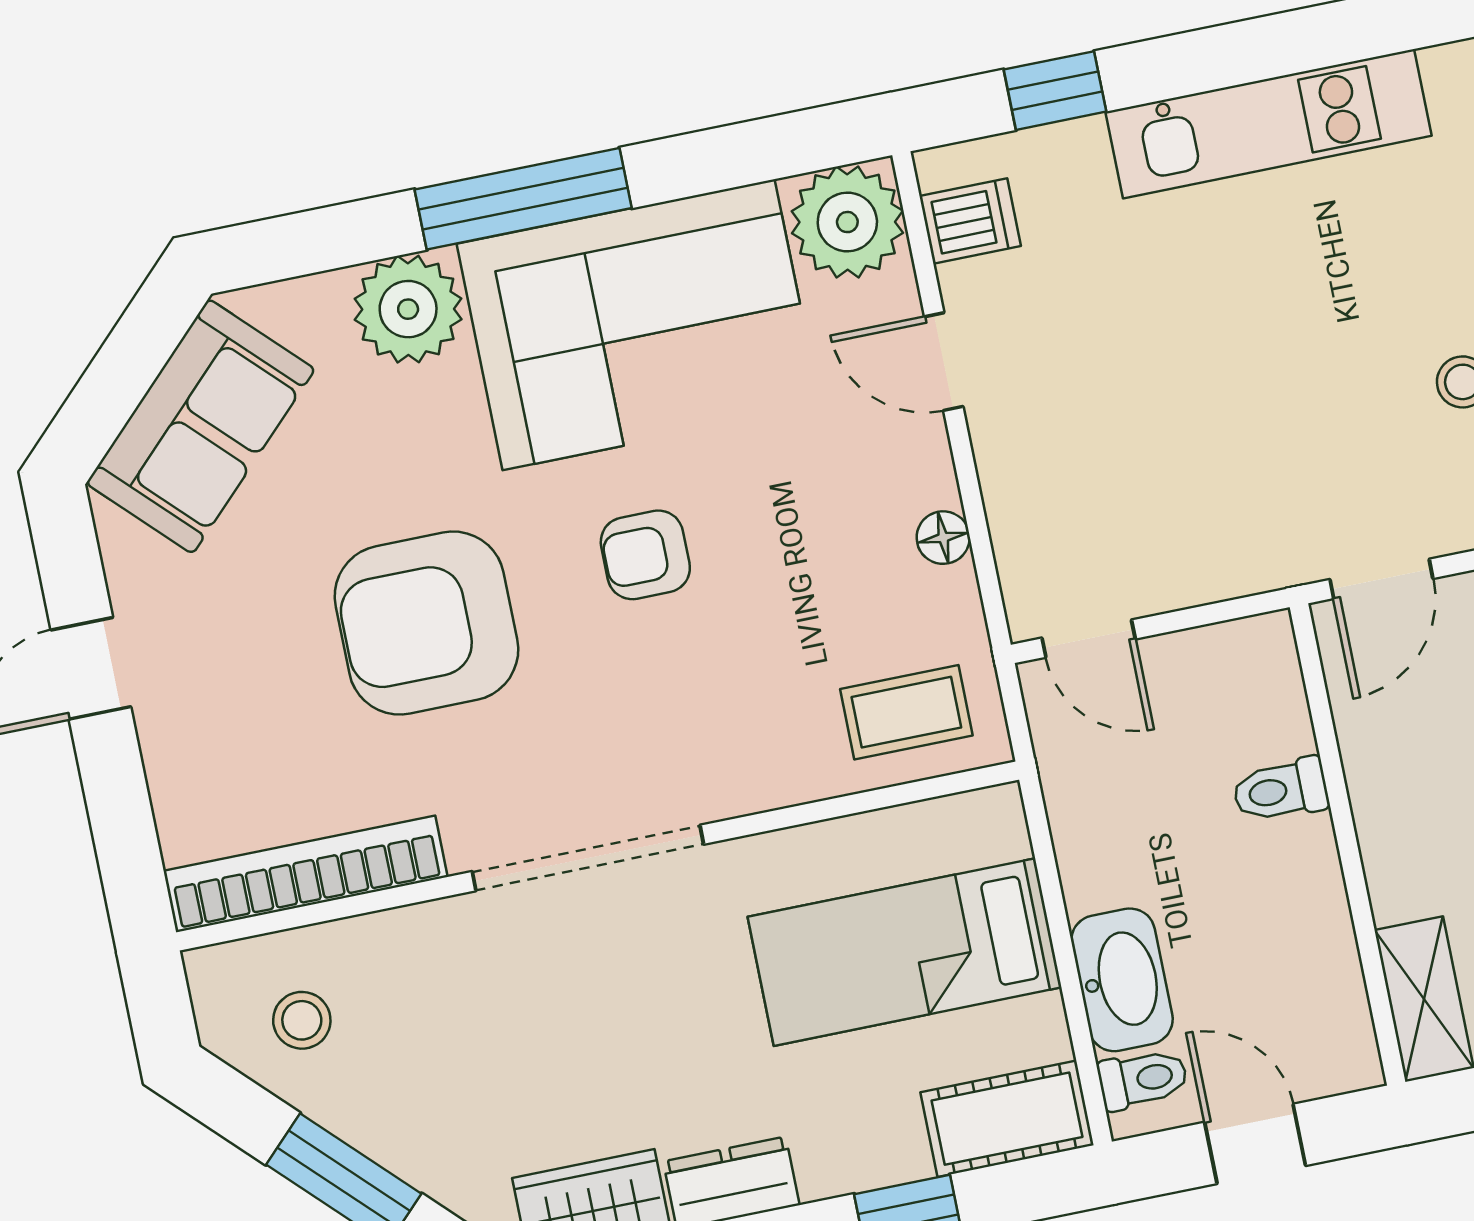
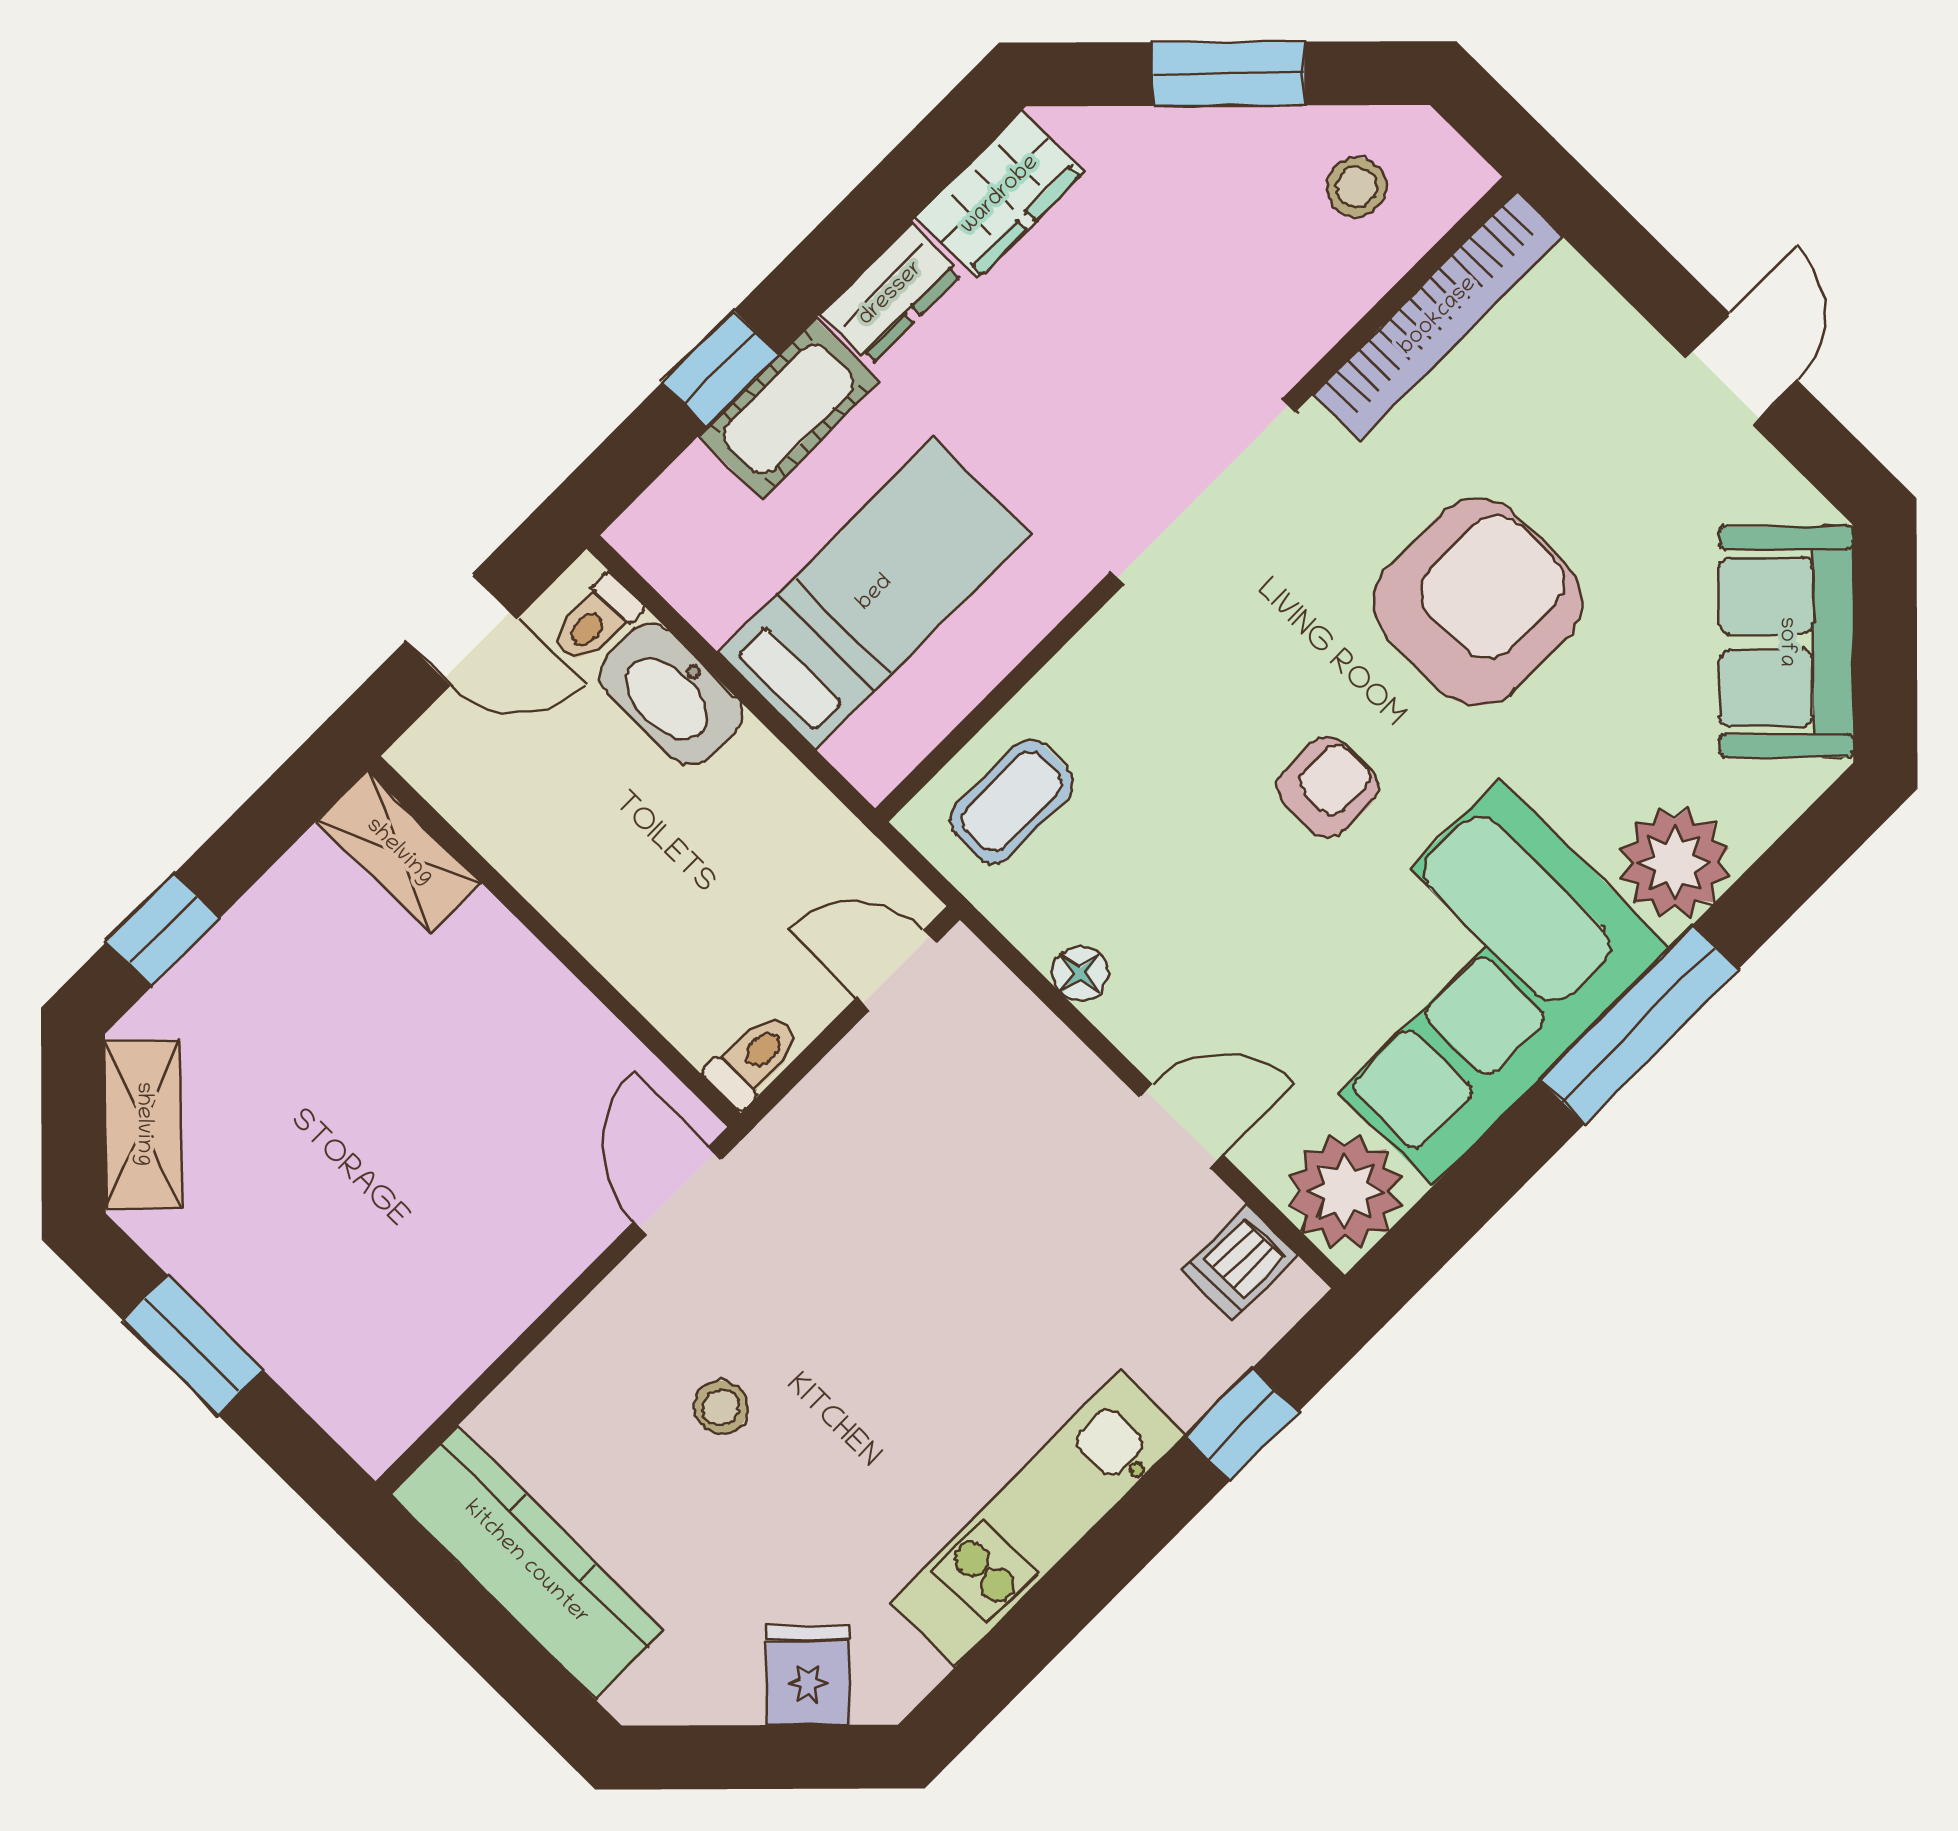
toilet: (1281, 790) -> (753, 1059), moved
cot: (1007, 1119) -> (789, 409), moved

